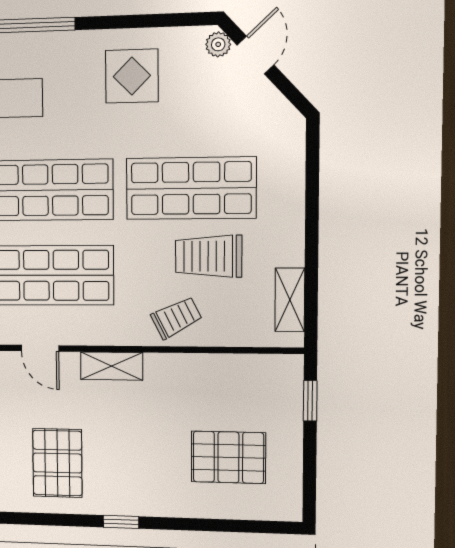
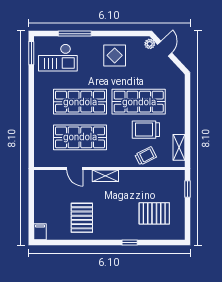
trolley: (176, 318) -> (146, 156), moved
window: (121, 522) -> (130, 243), moved

